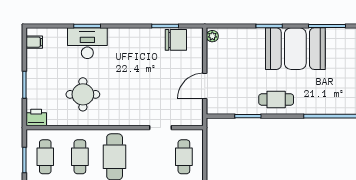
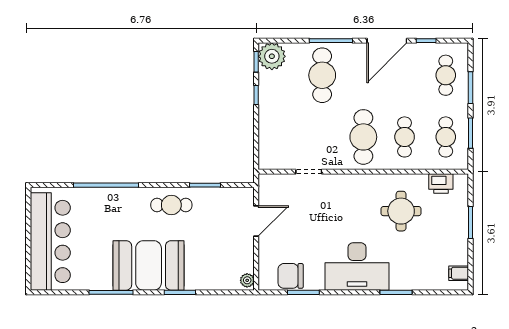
desk: (87, 43) -> (357, 266), moved, width x1.36, depth x1.30
printer: (36, 118) -> (441, 184), moved
cafe table: (184, 157) -> (281, 137), removed

